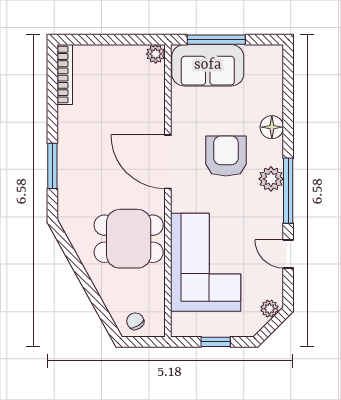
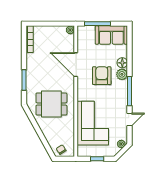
sofa: (208, 65) -> (111, 35), moved
door: (168, 162) -> (76, 65), moved
plant: (271, 179) -> (122, 74), moved
dining table: (129, 239) -> (51, 104), moved
door: (288, 254) -> (130, 119), swing flipped

